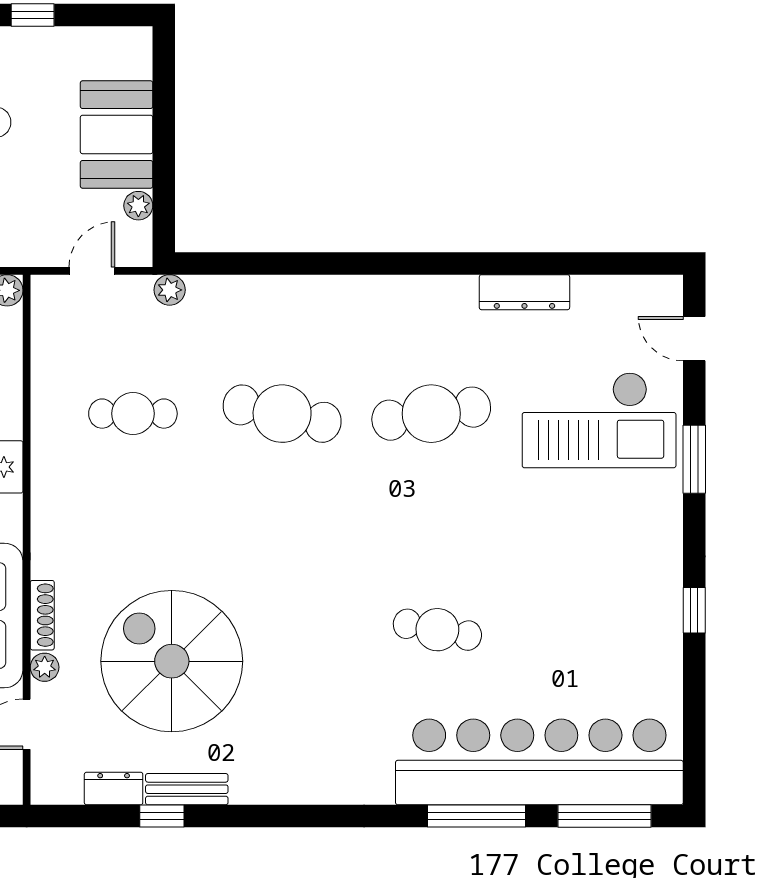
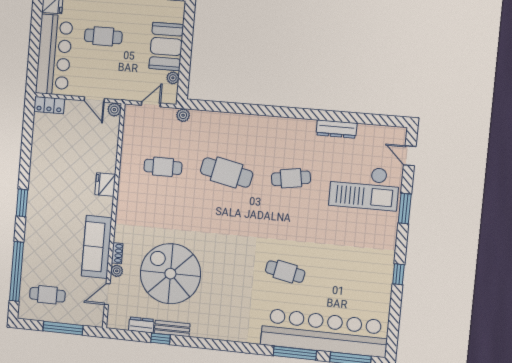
cafe table: (431, 414) -> (291, 178), width x0.73, depth x0.74
shoe rack: (42, 615) -> (117, 253), width x0.70

